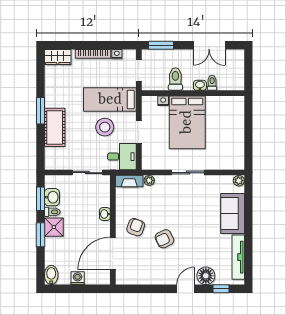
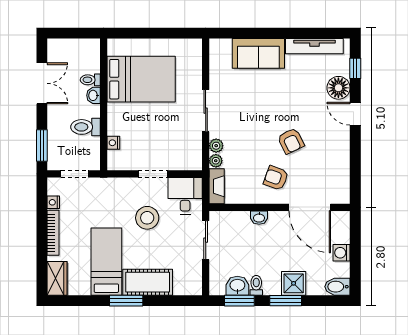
bed: (110, 100) -> (106, 262), moved, turned 180
bed: (187, 122) -> (141, 79), moved
plant: (239, 181) -> (216, 146), moved
shower: (54, 227) -> (294, 283), moved

